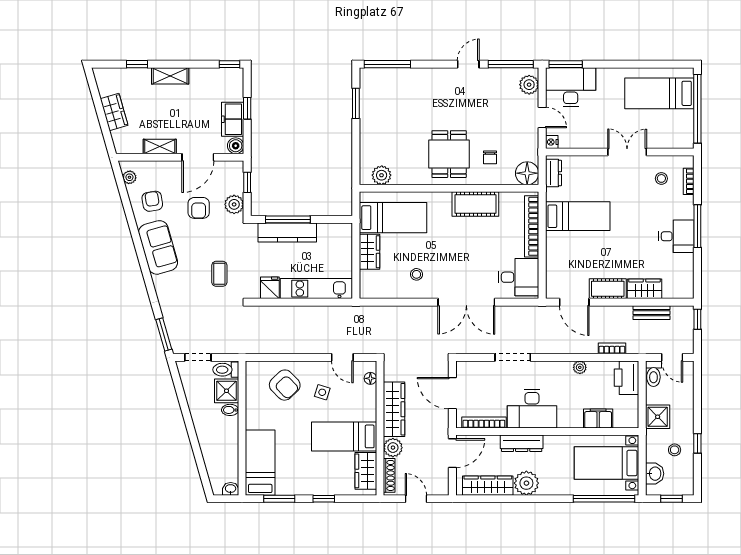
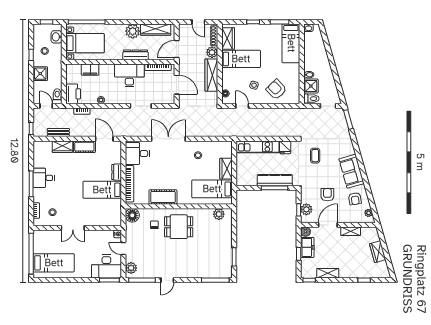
shelving: (170, 76) -> (328, 273), moved
dining table: (449, 154) -> (179, 227), turned 90
dresser: (553, 173) -> (117, 172), moved
plant: (234, 204) -> (306, 209), moved
shower: (658, 417) -> (40, 74), moved

